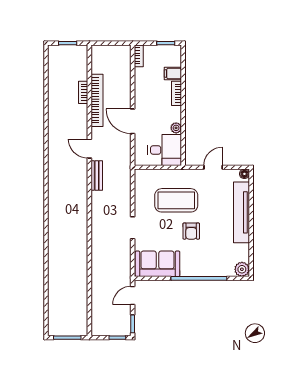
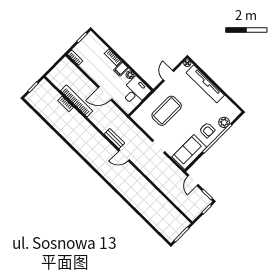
filing cabinet: (173, 73) -> (121, 69), moved
door: (89, 149) -> (124, 155), moved
armchair: (191, 231) -> (207, 130), moved
plant: (242, 269) -> (224, 122), moved

